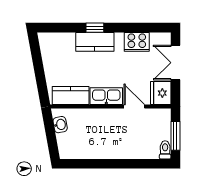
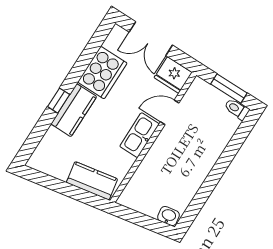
cooker: (137, 42) -> (102, 73), width x1.37, depth x1.31
kitchen counter: (71, 96) -> (92, 181), moved, turned 80
washbasin: (60, 125) -> (168, 216), moved

